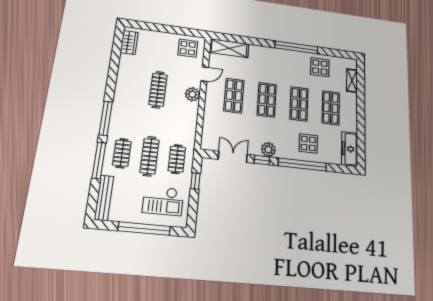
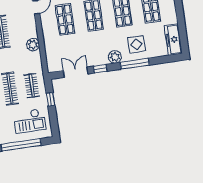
plant: (192, 94) -> (33, 45), moved
plant: (268, 150) -> (115, 57), moved
window: (302, 164) -> (135, 64), width x0.68

